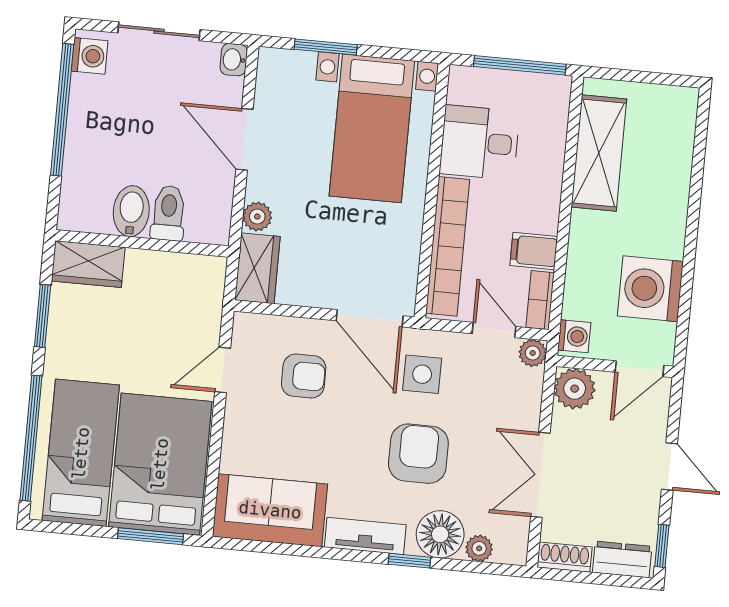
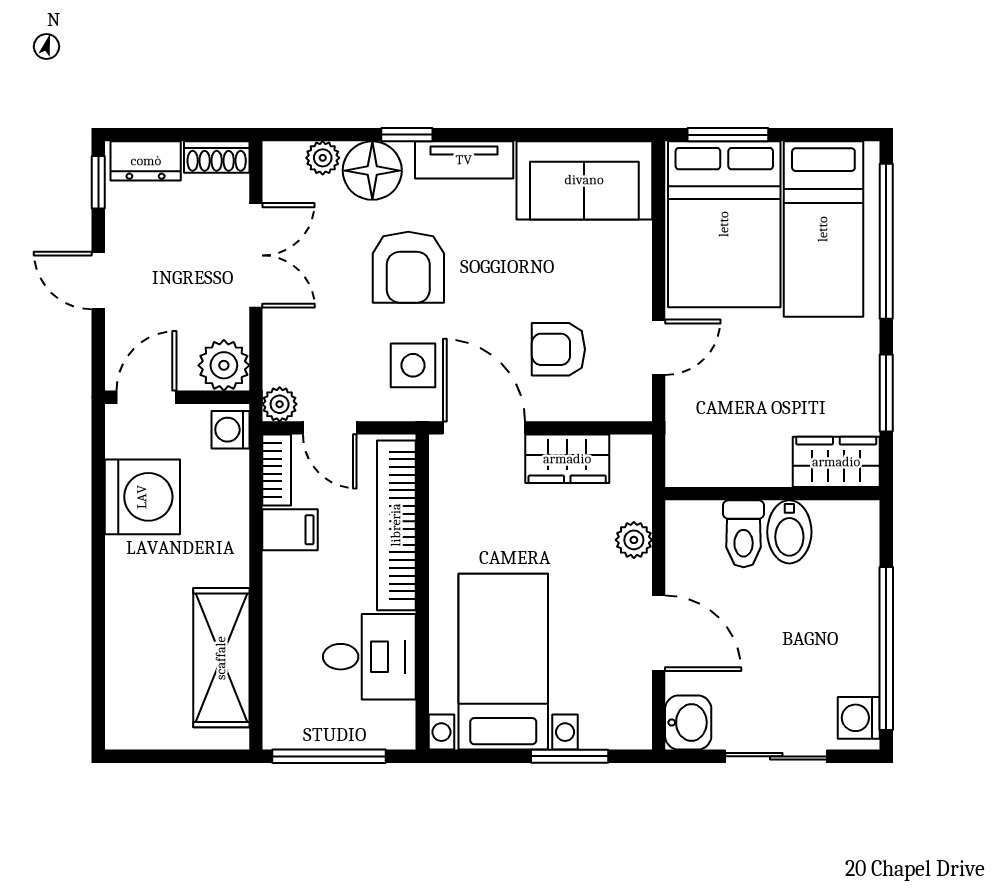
washbasin: (234, 60) -> (688, 722), width x1.38, depth x1.45
wardrobe: (257, 268) -> (567, 459), moved, turned -90

